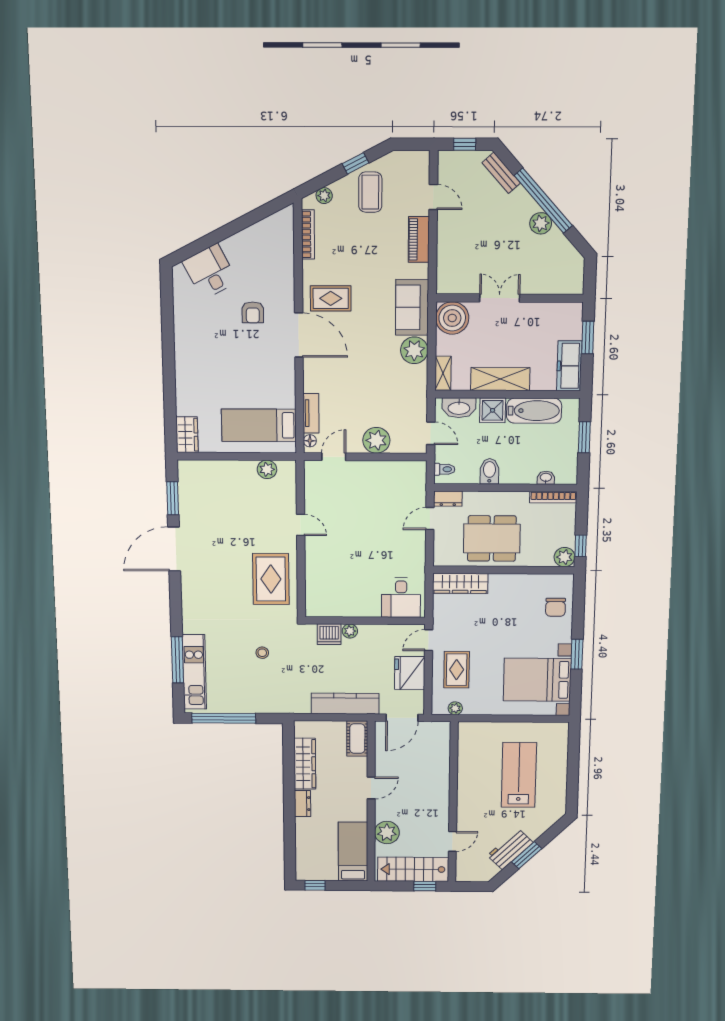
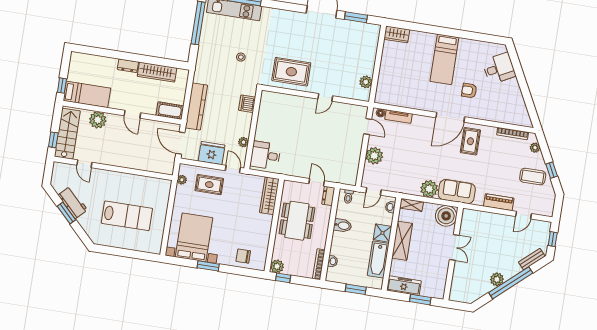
washbasin: (459, 408) -> (390, 207), width x0.52, depth x0.69
bed: (259, 425) -> (444, 59), moved, turned 180
plant: (350, 631) -> (243, 142), moved
window: (315, 885) -> (62, 86), moved

